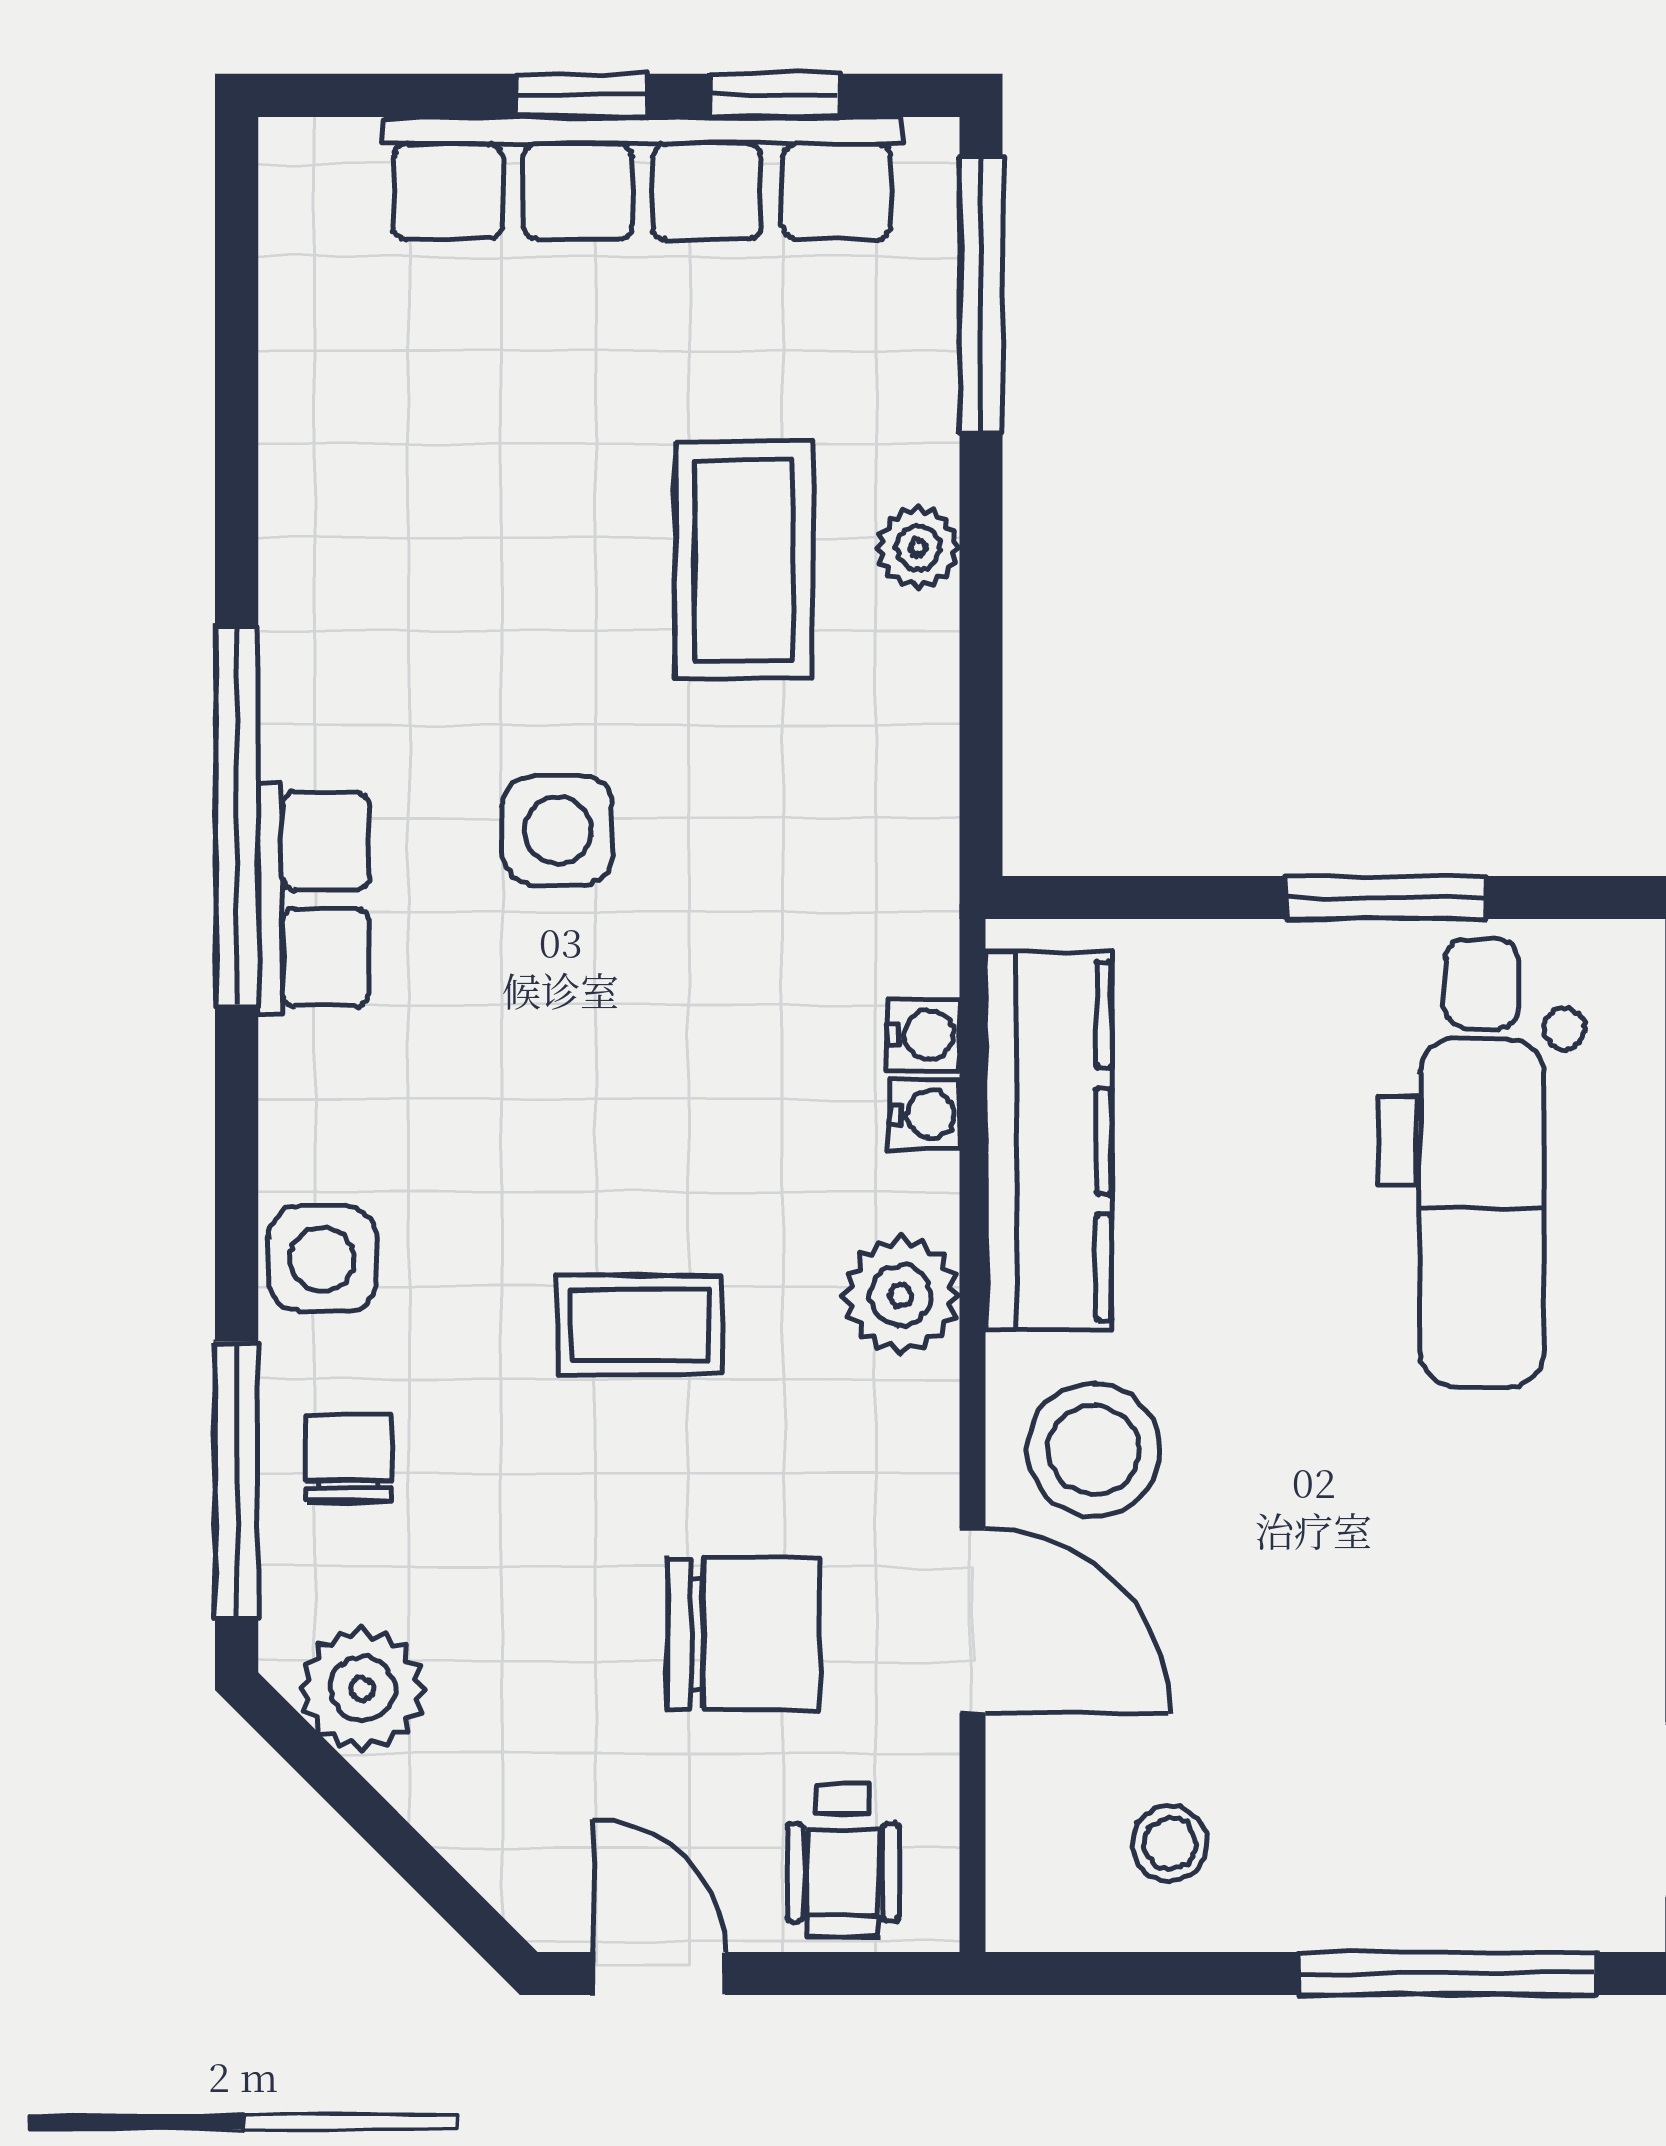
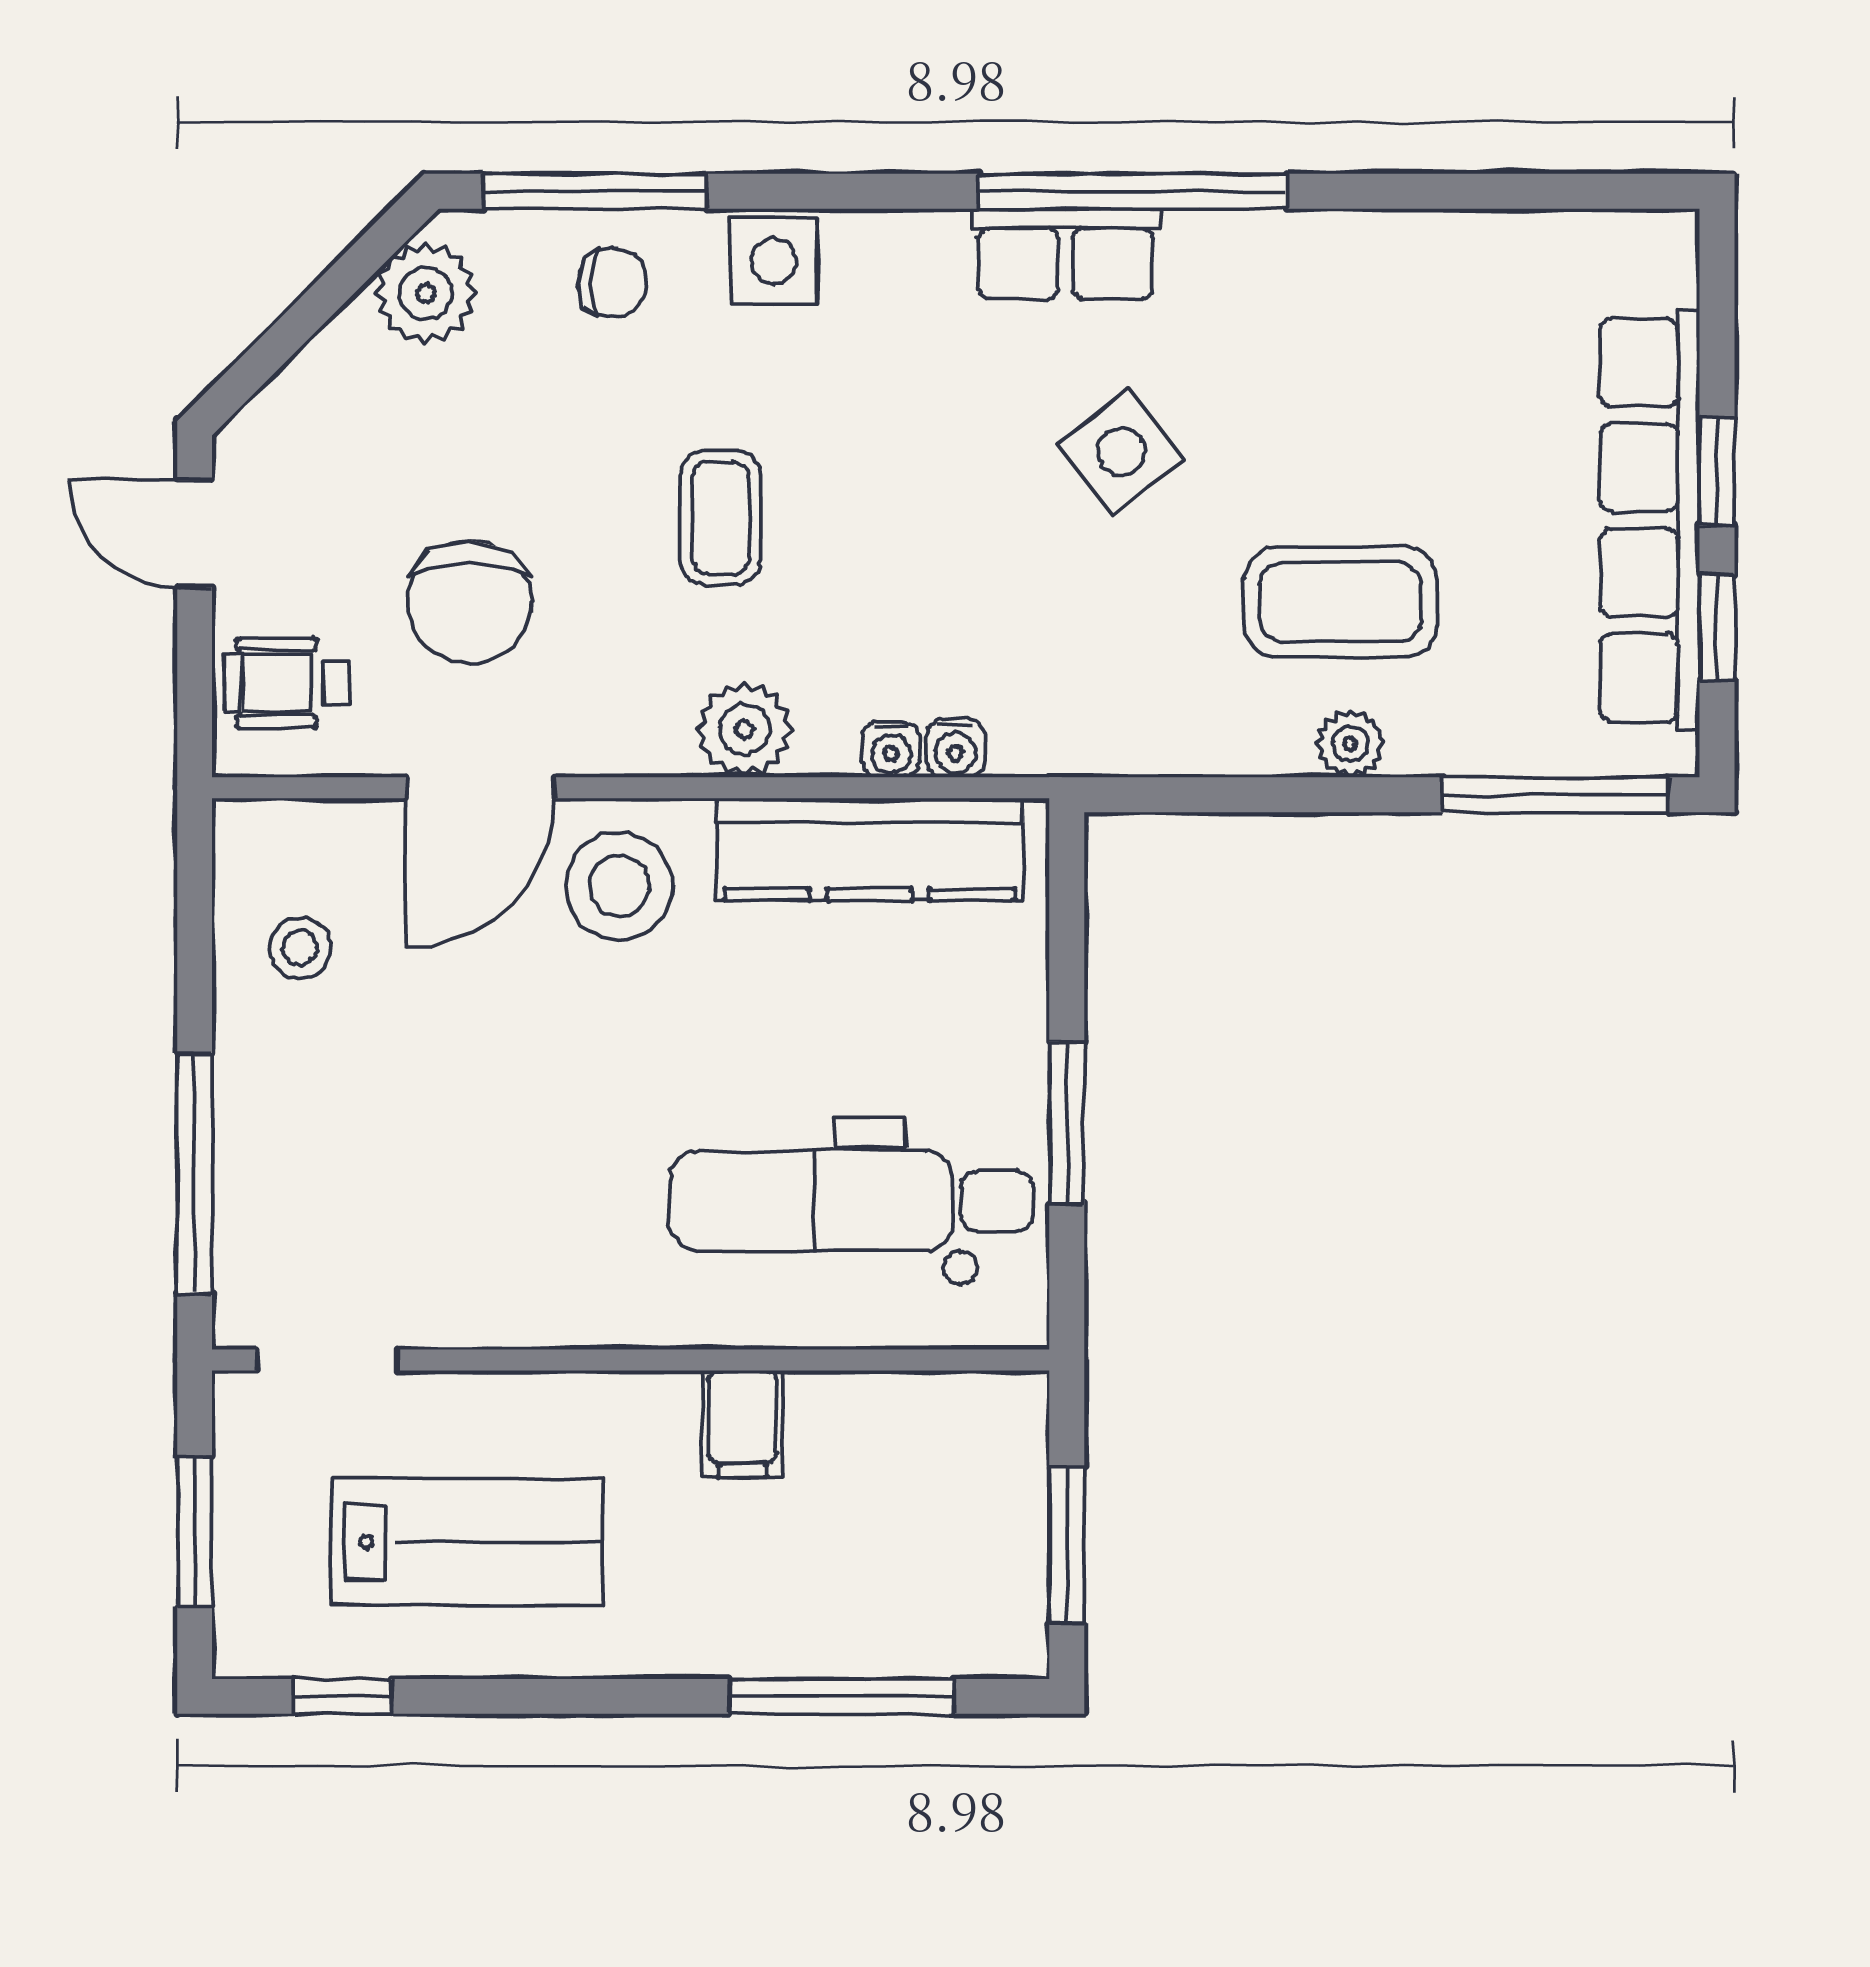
side table: (558, 830) -> (1121, 452), turned -38
door: (659, 1973) -> (195, 534), swing flipped

